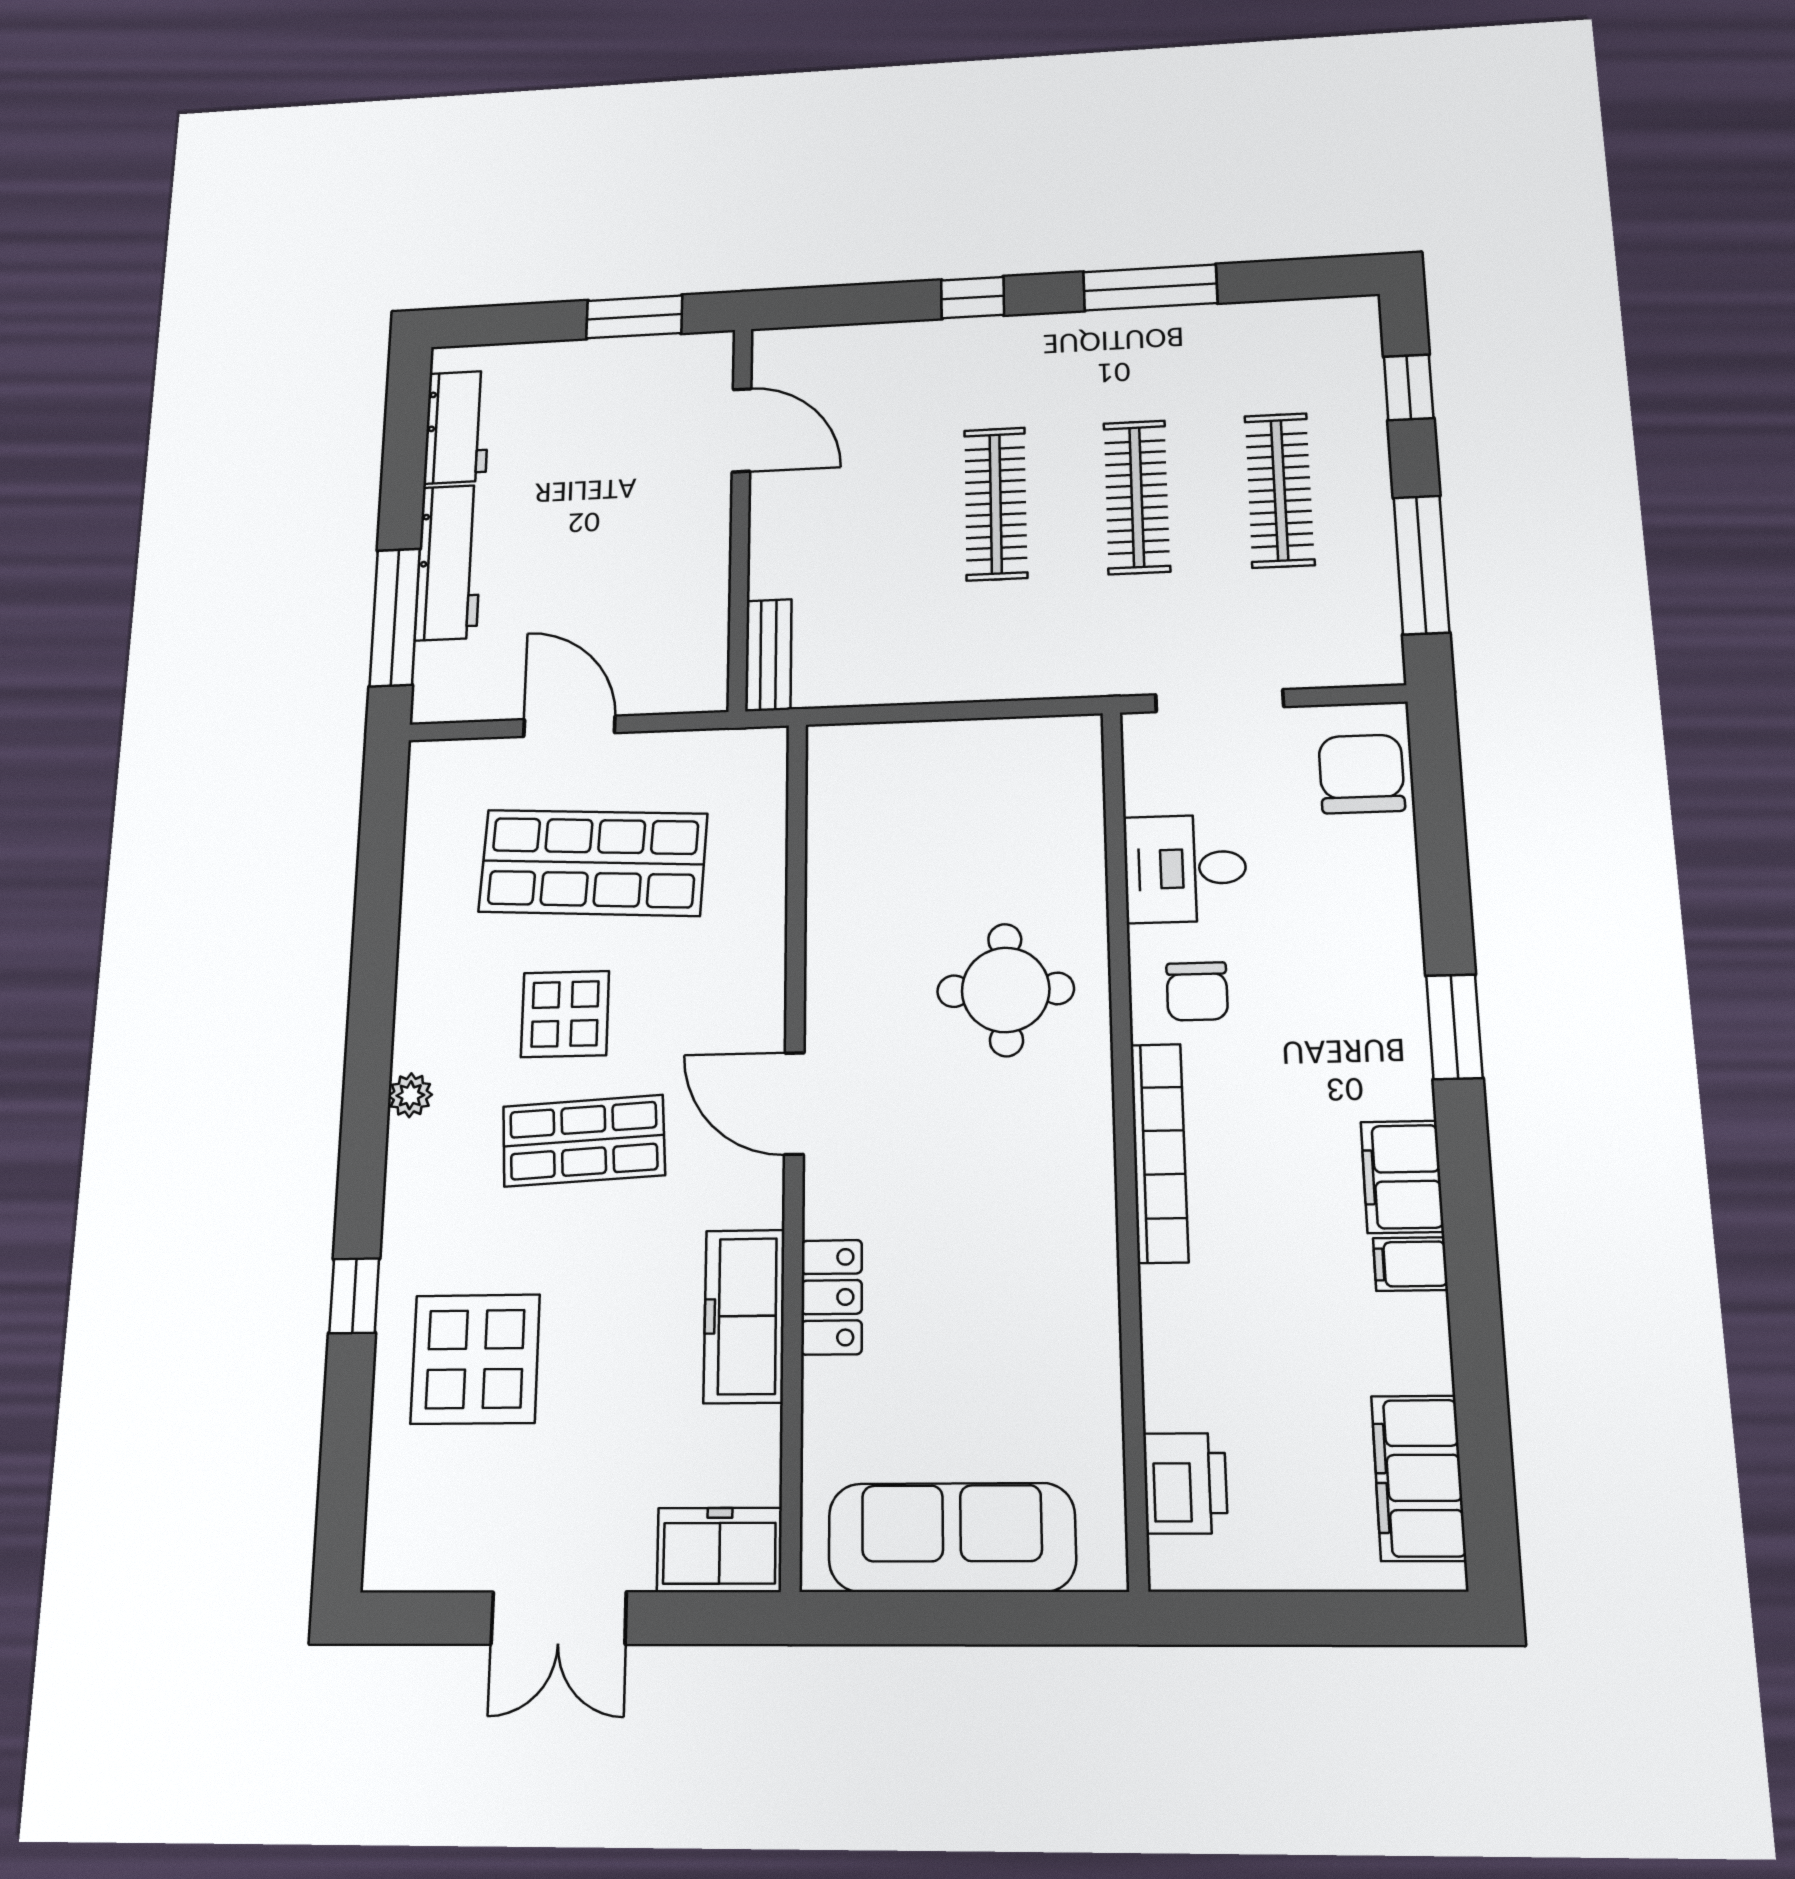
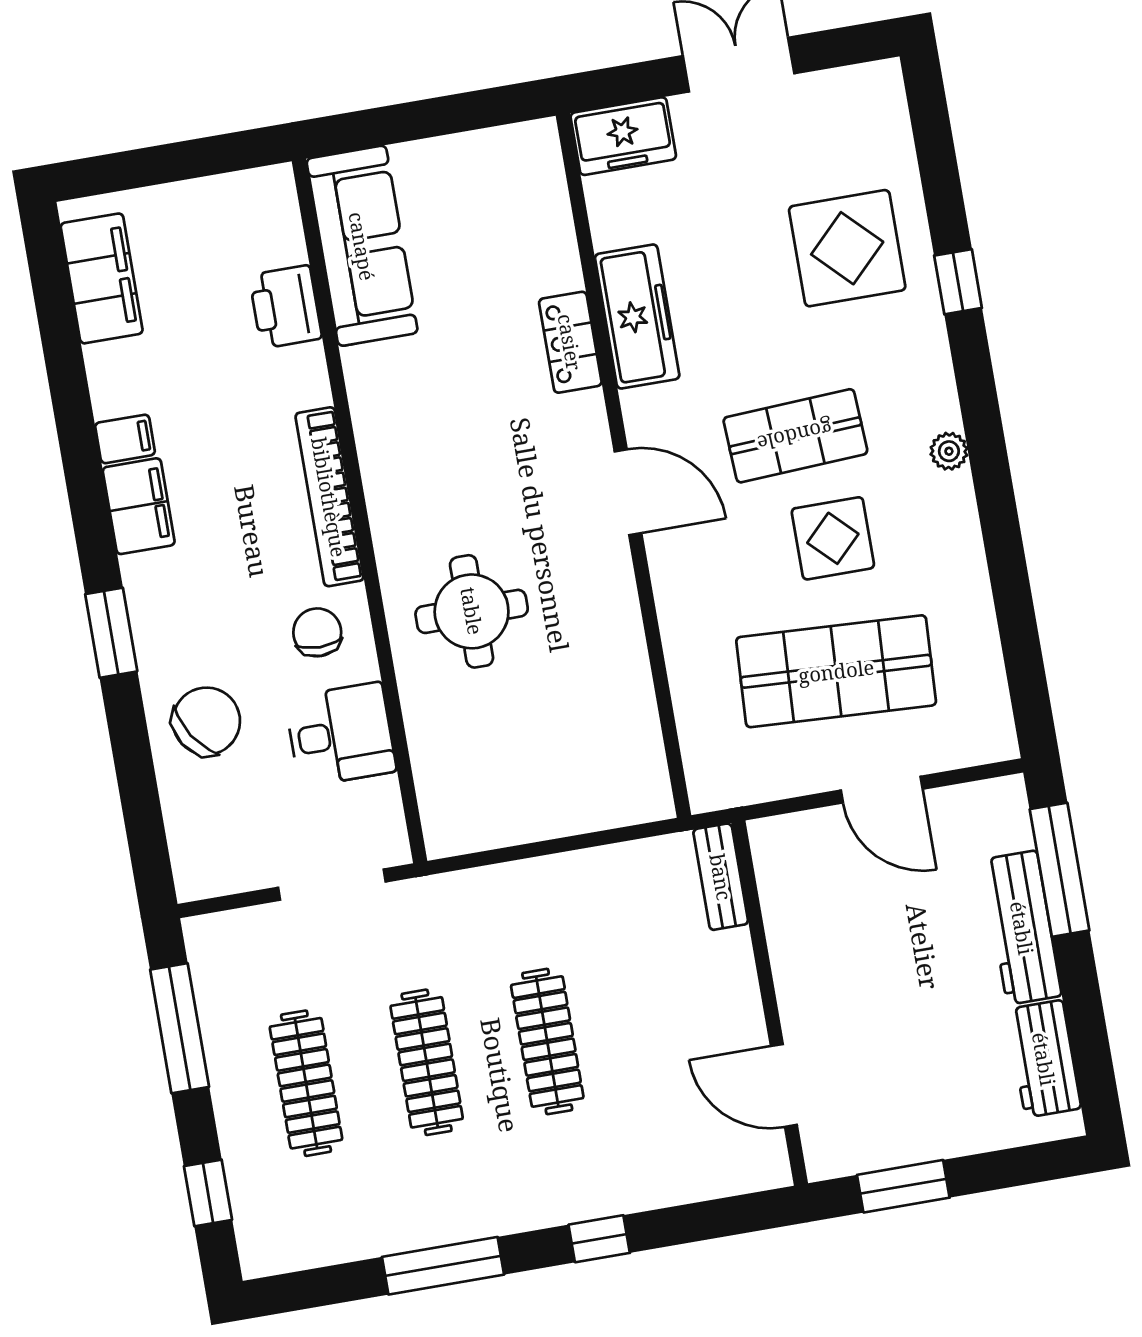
chair: (1362, 774) -> (206, 721), moved, turned -123
printer: (1185, 1483) -> (285, 307), moved
sofa: (952, 1537) -> (362, 246), moved, turned -90

